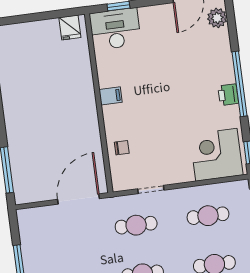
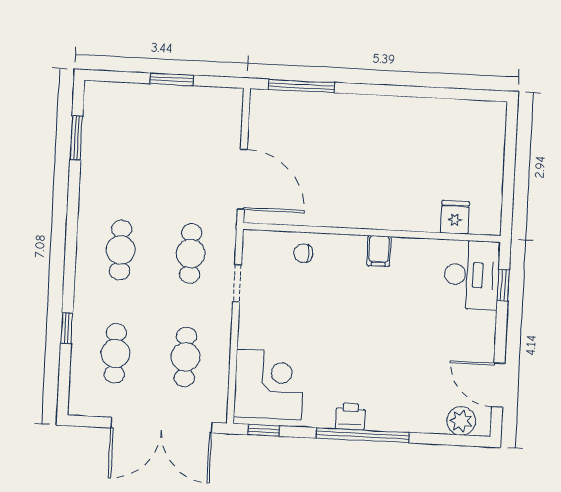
fridge: (70, 28) -> (455, 217), moved, turned 90
chair: (122, 148) -> (303, 253), turned 93

